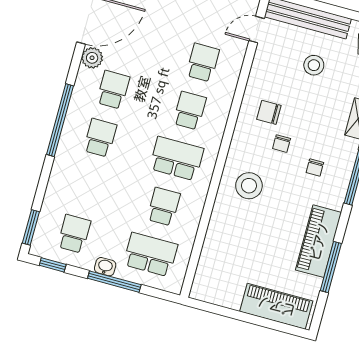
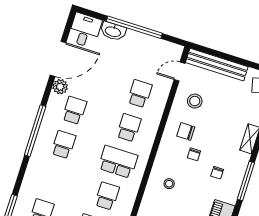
stool: (314, 65) -> (195, 101), moved
stool: (249, 186) -> (169, 184), width x0.53, depth x0.53

